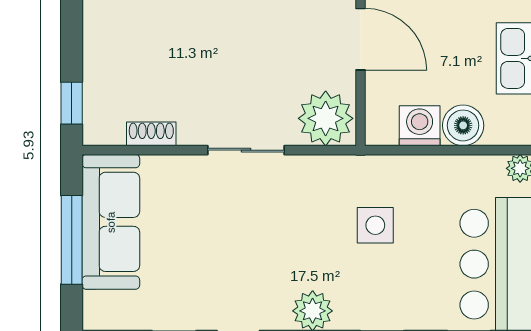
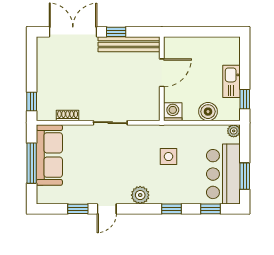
door: (360, 39) -> (162, 73), hinge flipped
plant: (326, 118) -> (146, 108), removed
washing machine: (420, 126) -> (173, 112), moved

